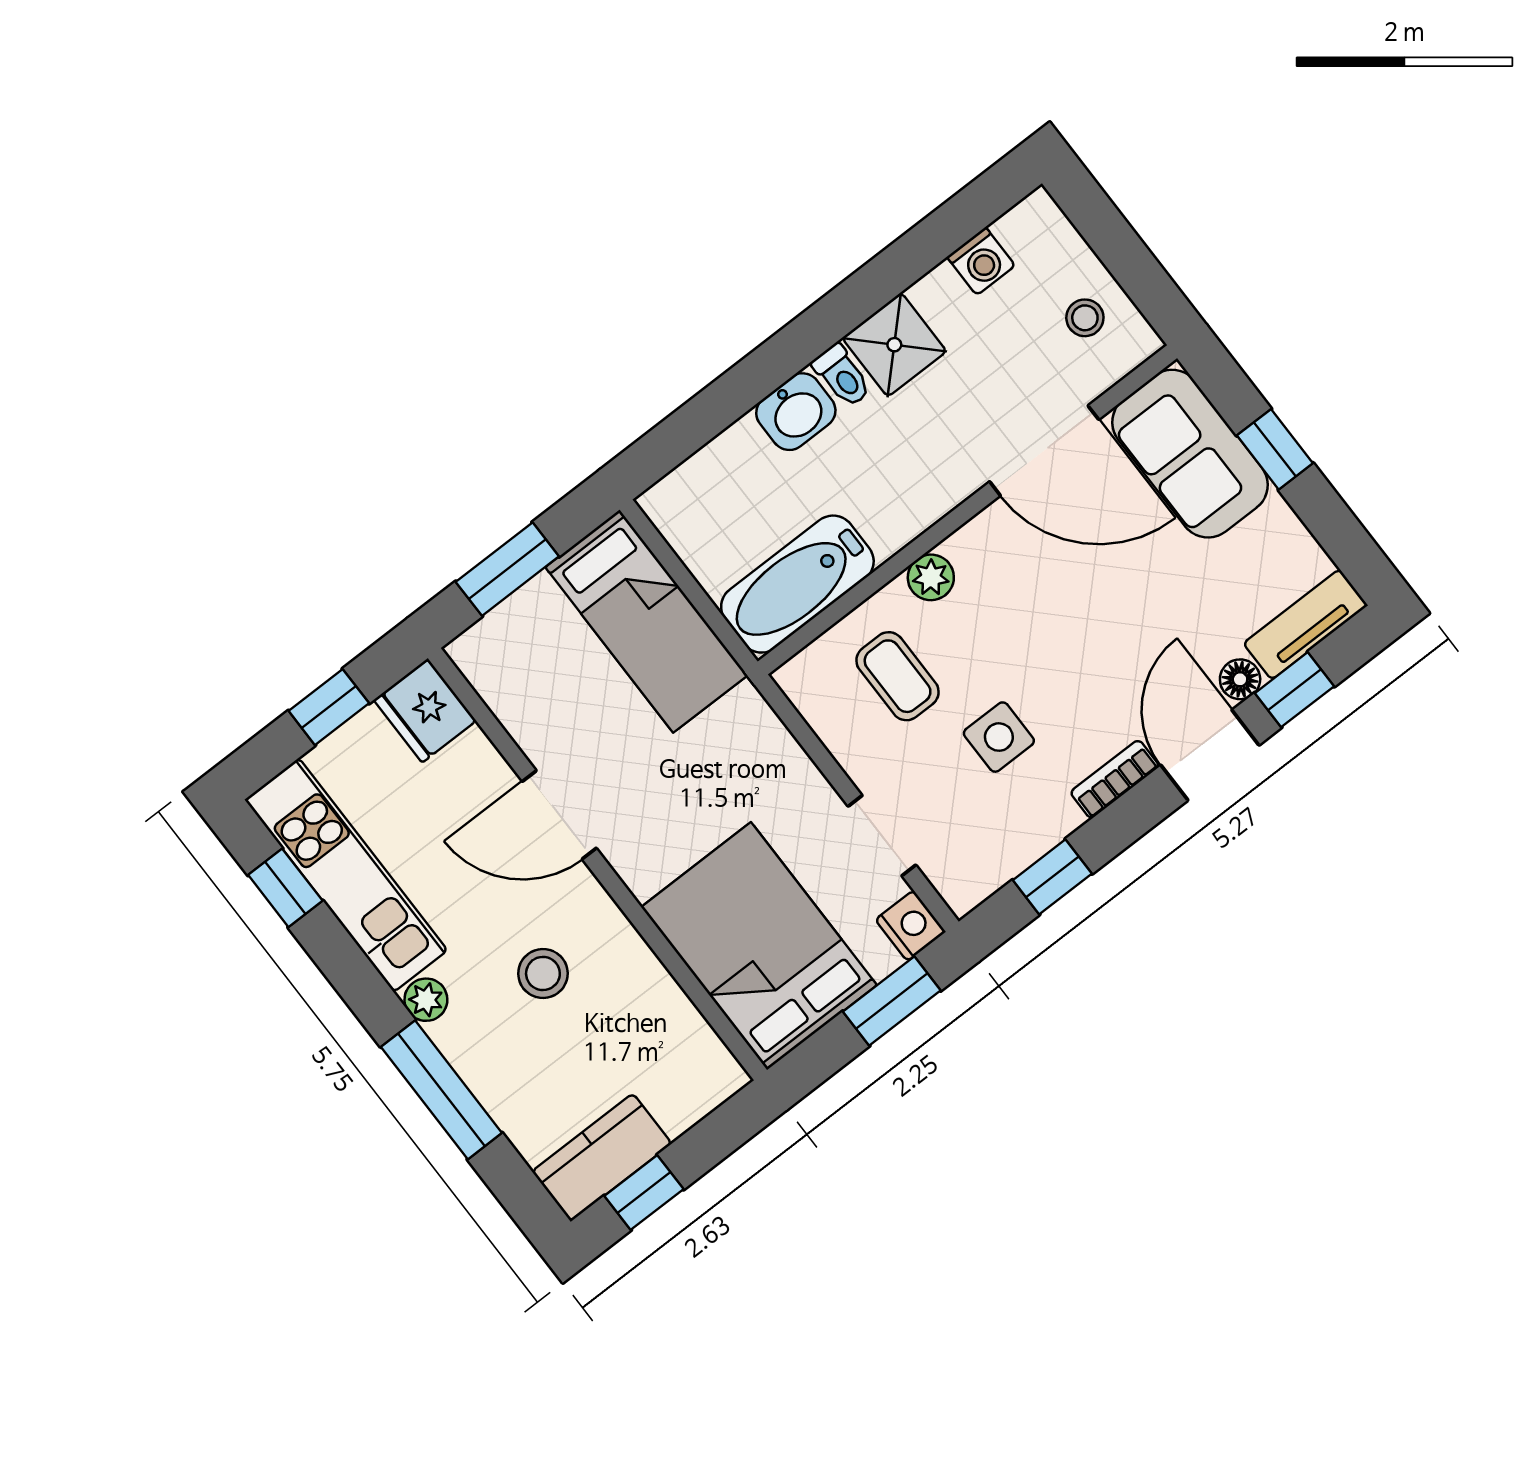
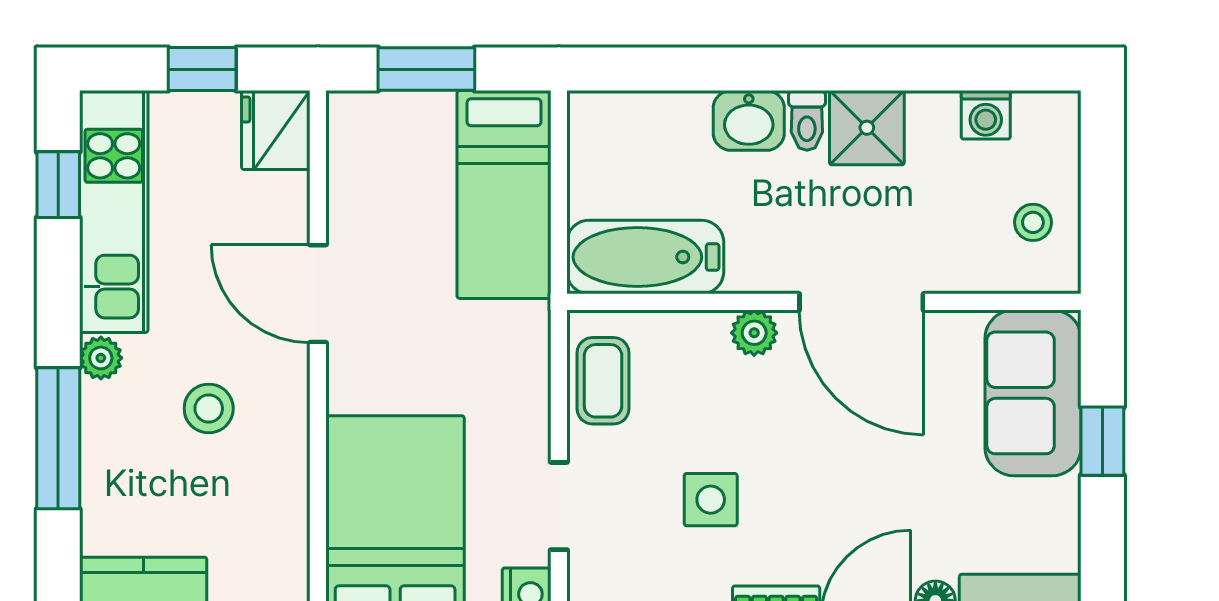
door: (1044, 451) -> (861, 302), moved
coffee table: (898, 676) -> (603, 381), moved

